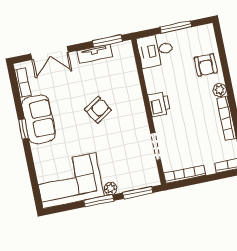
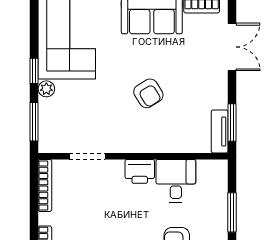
desk: (155, 50) -> (176, 181), moved
double door: (49, 53) -> (232, 47), swing flipped
tv unit: (94, 54) -> (220, 131), moved
window: (99, 201) -> (34, 71), width x0.67

